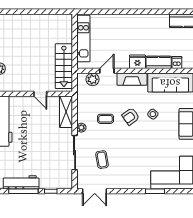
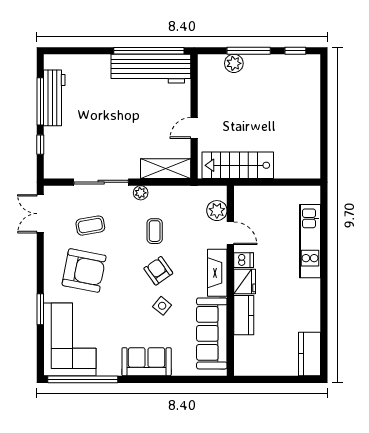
kitchen unit: (83, 38) -> (310, 241), moved, turned 90
dishwasher: (177, 62) -> (244, 260), moved
armchair: (130, 163) -> (84, 270), added

